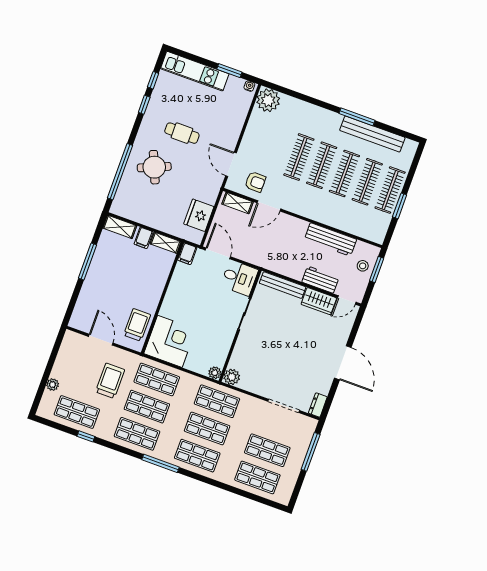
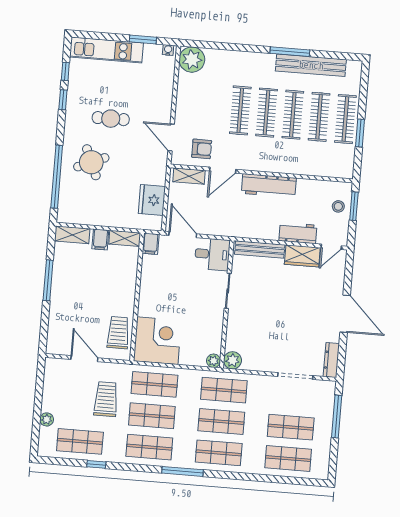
workbench: (330, 240) -> (269, 186), moved
dresser: (318, 405) -> (331, 360), width x1.44

